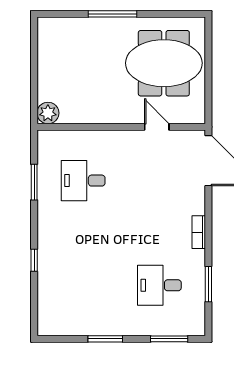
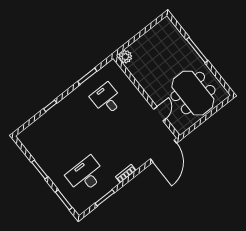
desk: (159, 285) -> (86, 175), width x1.37

